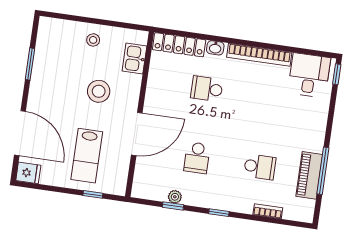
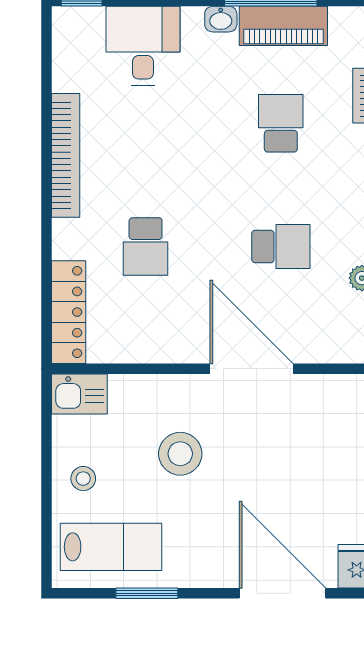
washbasin: (215, 48) -> (221, 19), moved, turned 90
kitchen sink: (134, 59) -> (79, 394), moved
desk: (309, 75) -> (143, 46), moved, turned 90
door: (20, 133) -> (283, 593), hinge flipped
lab bench: (87, 156) -> (111, 547), moved

